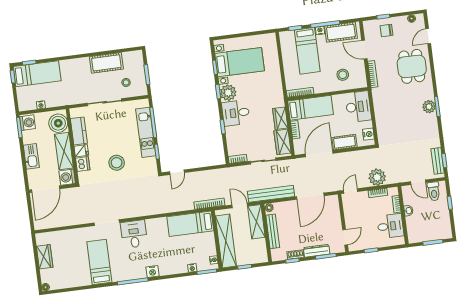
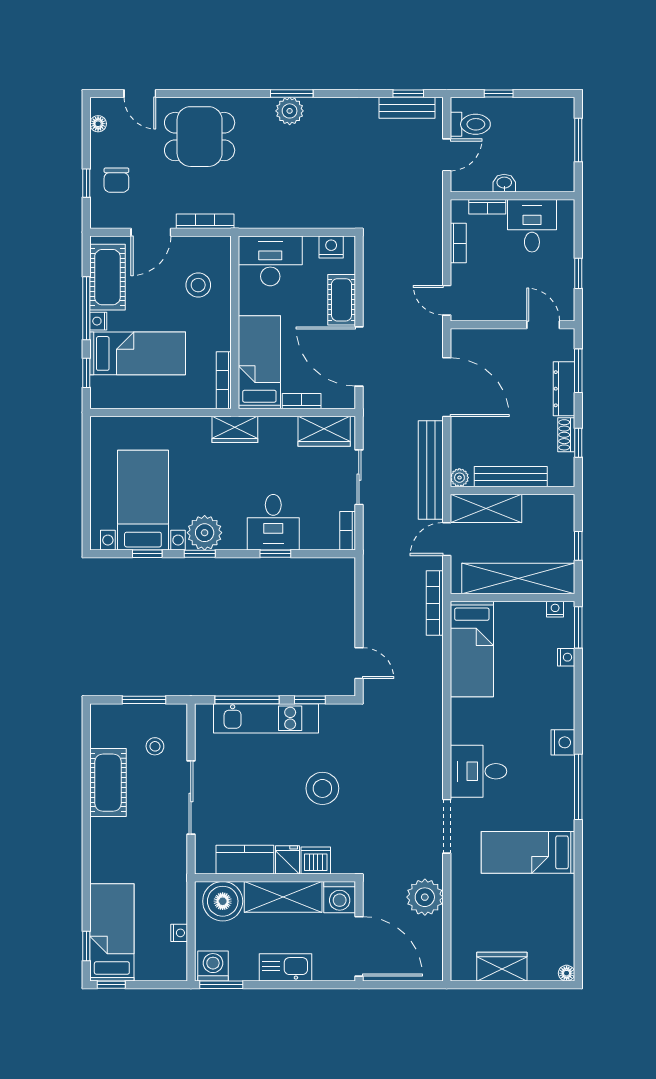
desk: (236, 113) -> (273, 522), moved
wardrobe: (280, 118) -> (235, 429), moved
plant: (377, 177) -> (425, 897), moved

